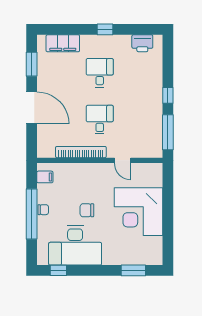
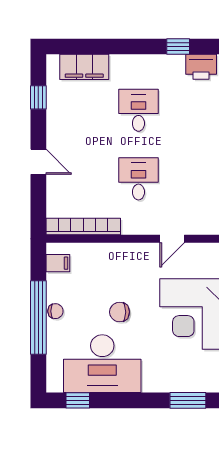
window: (105, 29) -> (178, 46), moved
window: (32, 64) -> (38, 97), width x0.67
door: (32, 108) -> (38, 162), width x0.53
bookcase: (81, 152) -> (83, 227), moved
door: (123, 160) -> (172, 239), hinge flipped

